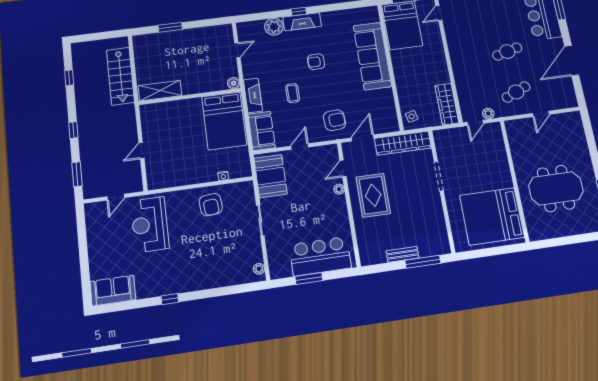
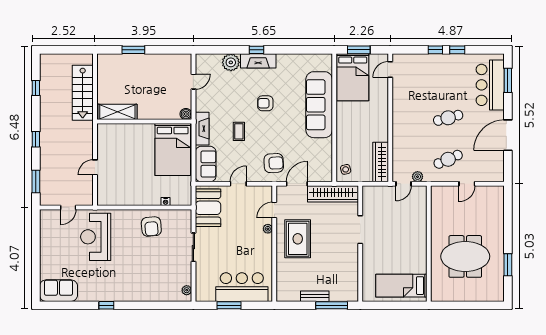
bed: (492, 216) -> (401, 286), width x0.49

